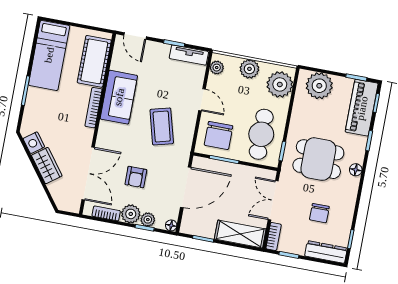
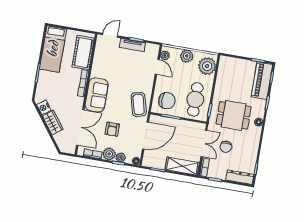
door: (135, 36) -> (110, 35), swing flipped
tv unit: (189, 55) -> (132, 45), moved
plant: (319, 86) -> (233, 66), removed
sofa: (119, 97) -> (97, 95), moved
door: (202, 100) -> (157, 67), moved
coffee table: (162, 126) -> (139, 104), moved
chair: (219, 135) -> (167, 101), turned -90
double door: (273, 200) -> (204, 143), swing flipped
chair: (319, 213) -> (226, 147), moved

